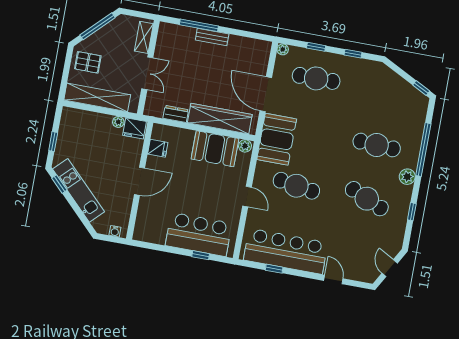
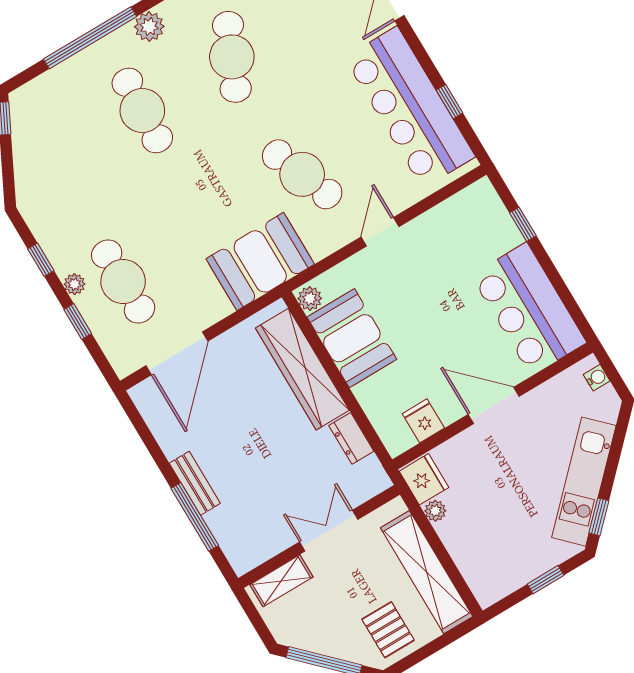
plant: (283, 49) -> (74, 284), moved
door: (266, 94) -> (177, 353), moved
cafe table: (296, 186) -> (302, 174), turned -30
bar counter: (199, 234) -> (529, 309), moved

